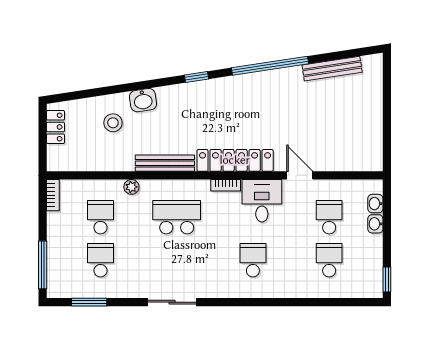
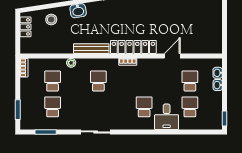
stool: (113, 123) -> (51, 19), moved
door: (300, 175) -> (172, 56), hinge flipped
desk: (262, 201) -> (167, 117), moved, turned 180
school desk: (177, 217) -> (98, 81), width x0.54
window: (43, 265) -> (18, 110), width x0.69

